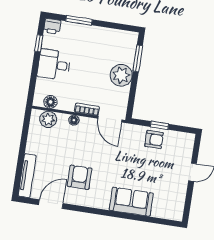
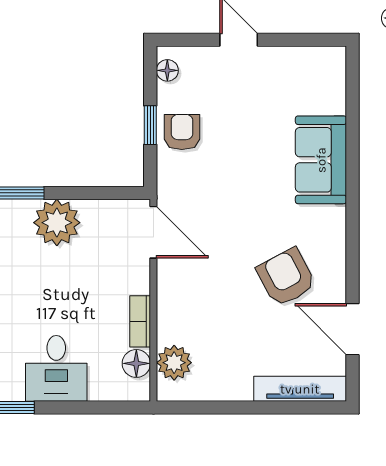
bookcase: (87, 109) -> (140, 321), moved
door: (110, 119) -> (153, 232), hinge flipped
floor lamp: (74, 120) -> (167, 70), moved
armchair: (80, 177) -> (286, 277), turned 62

